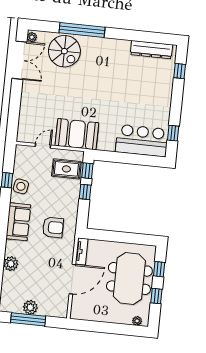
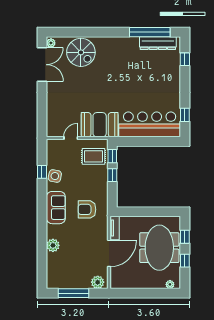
window: (82, 30) -> (150, 32), moved
bar counter: (142, 141) -> (150, 124), width x1.36
armchair: (53, 227) -> (87, 209), turned 180
plant: (30, 307) -> (98, 282), moved

